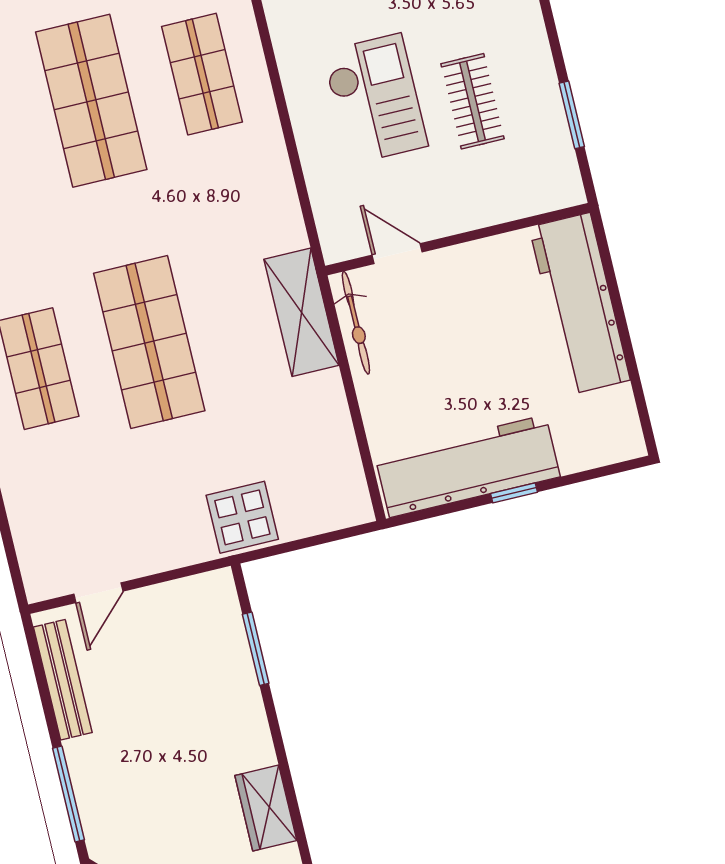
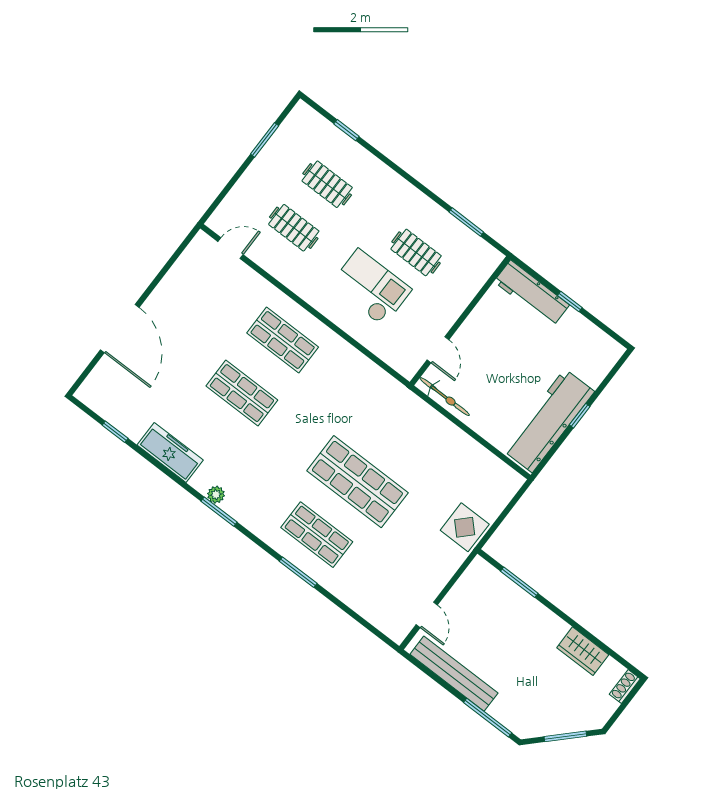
shop shelf: (91, 101) -> (242, 393), width x0.70, depth x0.74
door: (397, 254) -> (438, 350), swing flipped
workbench: (580, 304) -> (532, 293), width x0.73, depth x0.76
shelving: (301, 312) -> (416, 412), removed
window: (624, 331) -> (570, 301), added
bench: (63, 680) -> (454, 674), width x1.37, depth x1.21

